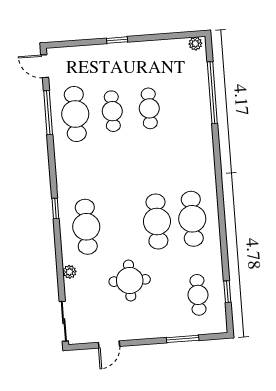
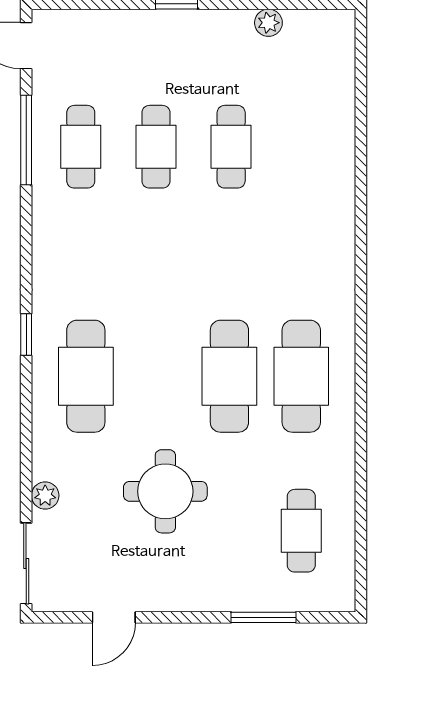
plant: (195, 44) -> (268, 23), moved
window: (212, 93) -> (361, 125), removed
cafe table: (75, 114) -> (81, 147), width x0.73, depth x0.74
plant: (70, 272) -> (45, 495), moved
window: (227, 292) -> (361, 529), removed

